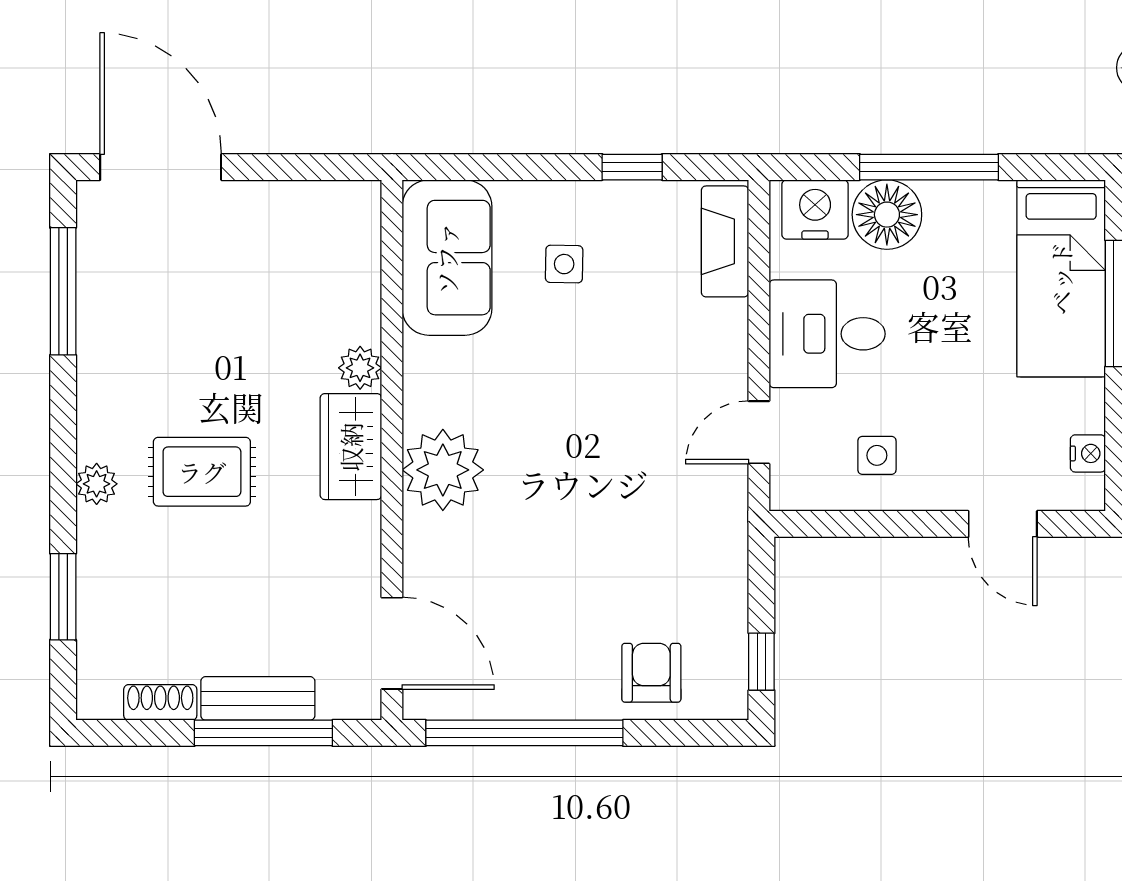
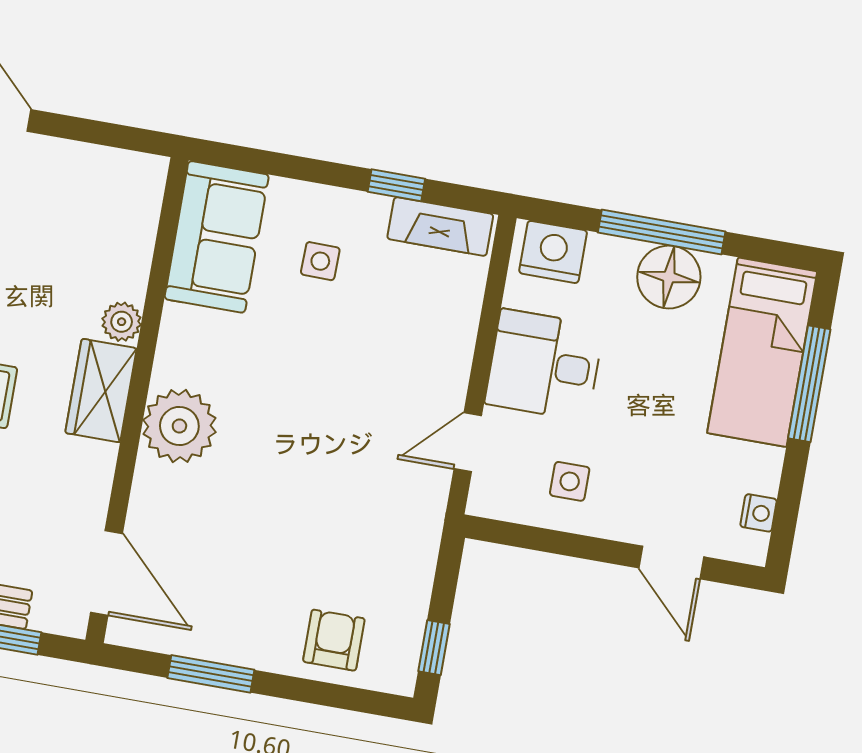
floor lamp: (887, 215) -> (669, 277), moved
fireplace: (725, 241) -> (440, 227), moved, turned -90
window: (524, 733) -> (211, 674), width x0.47

